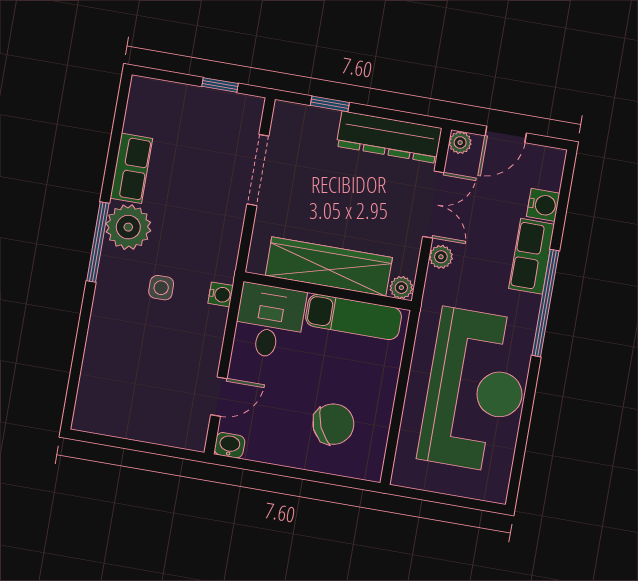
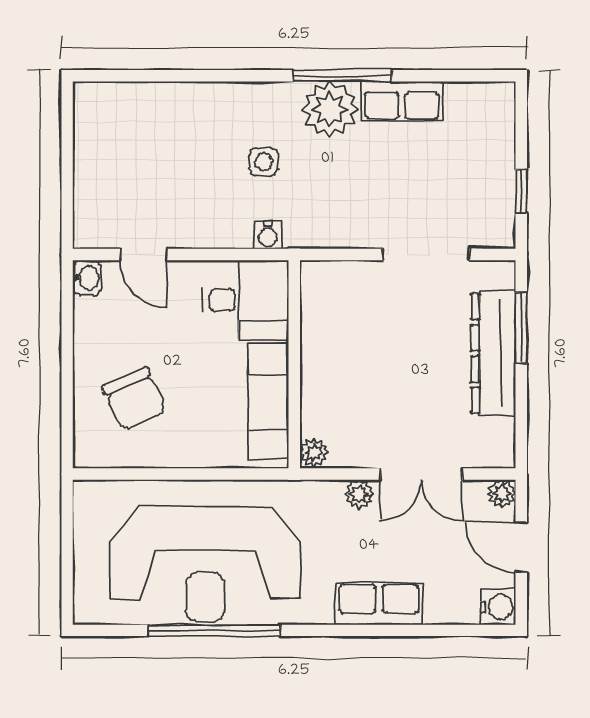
window: (330, 104) -> (521, 328), width x1.50
dresser: (389, 137) -> (493, 353), moved
water cooler: (543, 205) -> (498, 607), moved, turned -90
window: (98, 242) -> (342, 76), moved
wardrobe: (329, 267) -> (324, 361), removed
window: (545, 303) -> (214, 630), moved

